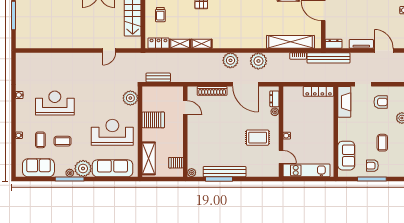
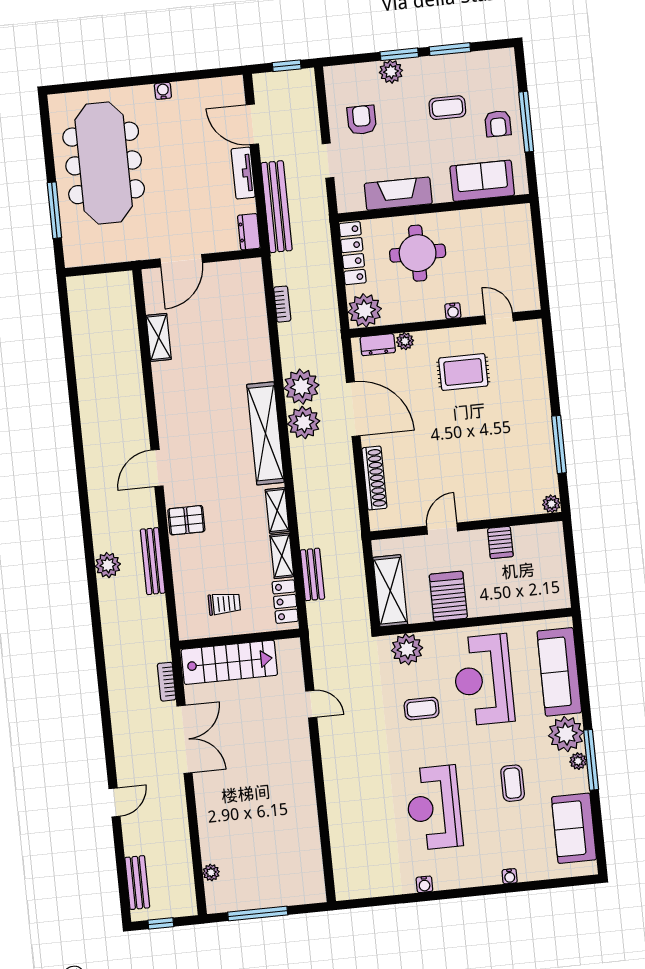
shelving: (290, 42) -> (265, 433), moved
door: (384, 51) -> (252, 124), hinge flipped
bench: (329, 58) -> (277, 207), moved
plant: (230, 60) -> (304, 422), moved
bench: (158, 78) -> (312, 574), moved
door: (245, 84) -> (353, 409), hinge flipped
plant: (291, 94) -> (365, 310), added
fireplace: (344, 102) -> (398, 194), moved
door: (185, 108) -> (442, 529), moved
round table: (315, 122) -> (418, 253), added
rug: (258, 138) -> (463, 372), turned 90
coffee table: (40, 140) -> (422, 709), moved
door: (281, 157) -> (499, 318), hinge flipped
shelving: (149, 158) -> (390, 591), moved, turned 90
server rack: (176, 163) -> (500, 542), moved
kitchen unit: (306, 170) -> (522, 262), removed
bench: (225, 172) -> (542, 434), removed

